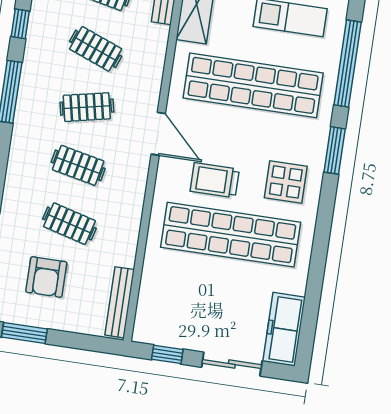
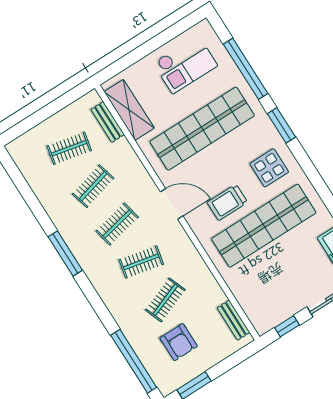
window: (20, 24) -> (37, 209), removed
clothes rail: (96, 49) -> (93, 186), turned -36
clothes rail: (69, 224) -> (165, 300), turned -36
bench: (120, 302) -> (233, 320), width x0.73

